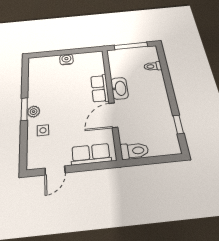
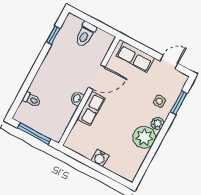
washbasin: (120, 88) -> (77, 99), width x0.52, depth x0.69
plant: (39, 94) -> (144, 137), added
window: (24, 109) -> (179, 103), moved
toilet: (134, 151) -> (85, 34), moved, turned -90

